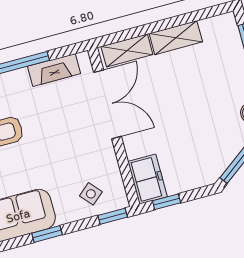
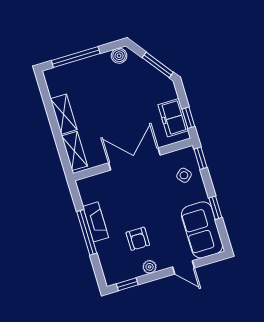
fireplace: (54, 70) -> (96, 222), moved
double door: (108, 104) -> (134, 159), moved
freezer: (147, 179) -> (173, 118), moved, turned -90

